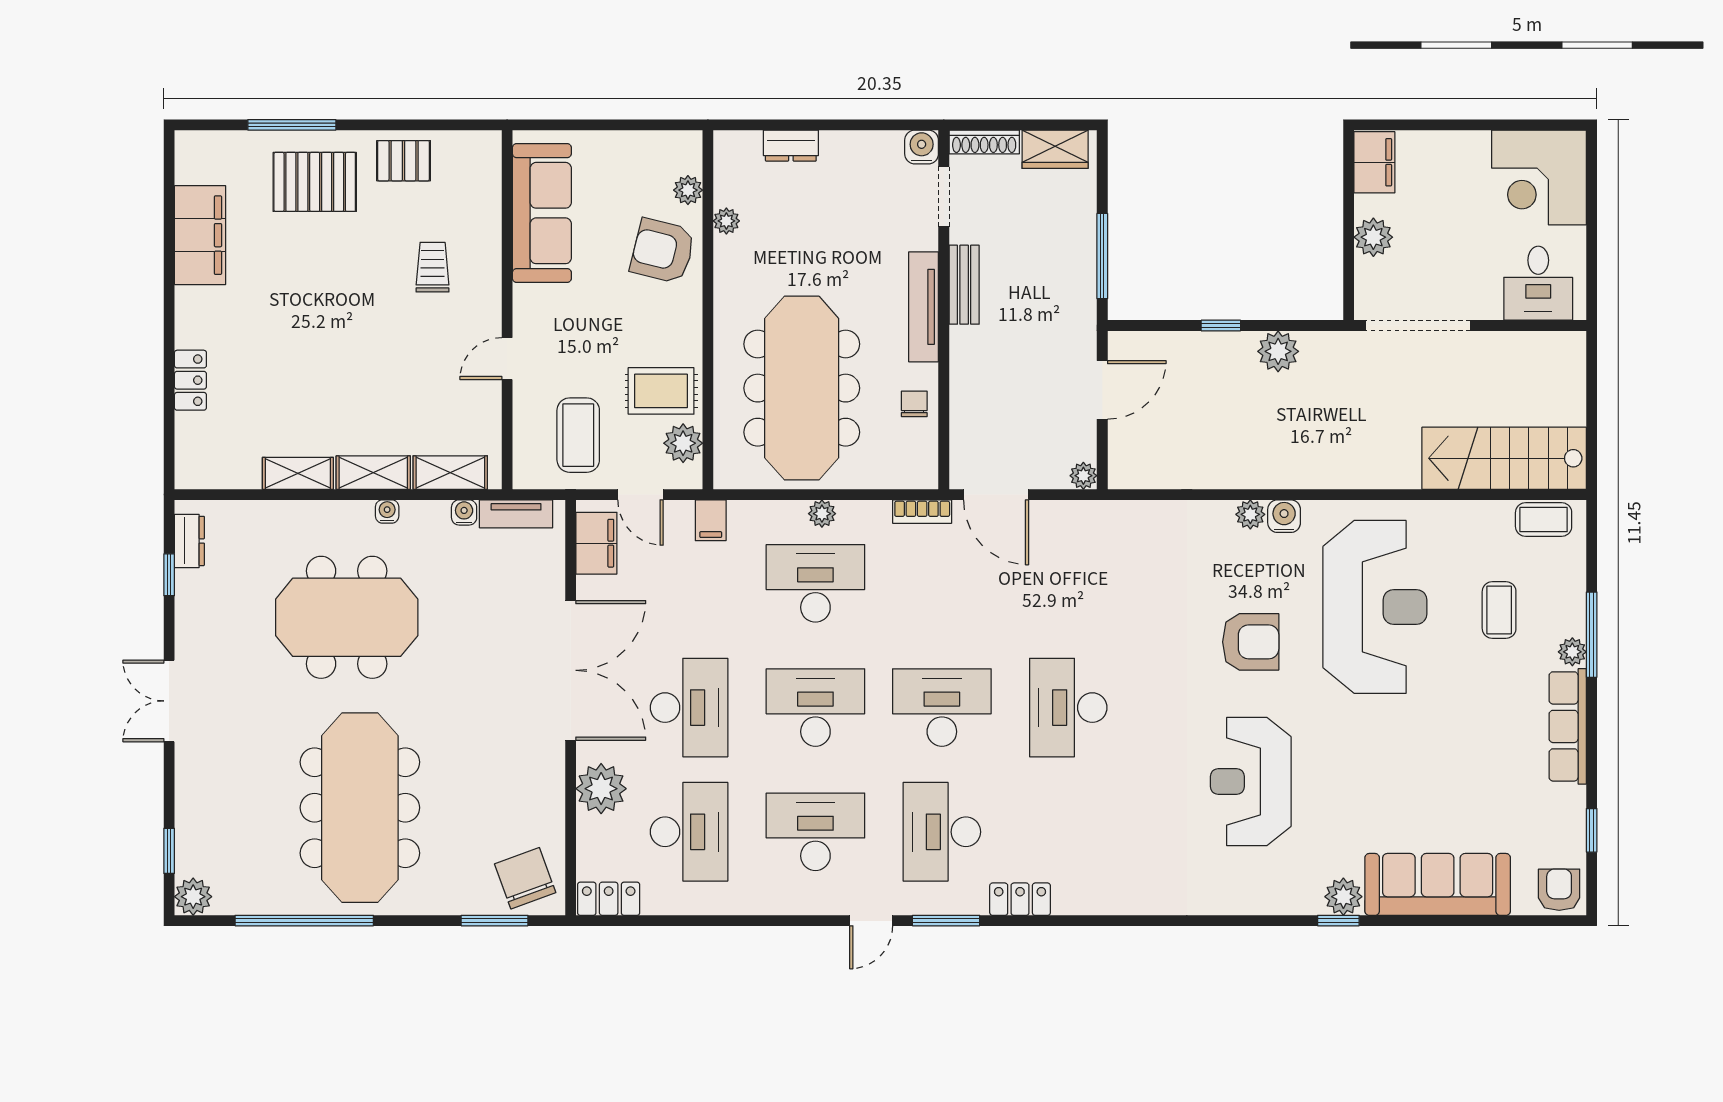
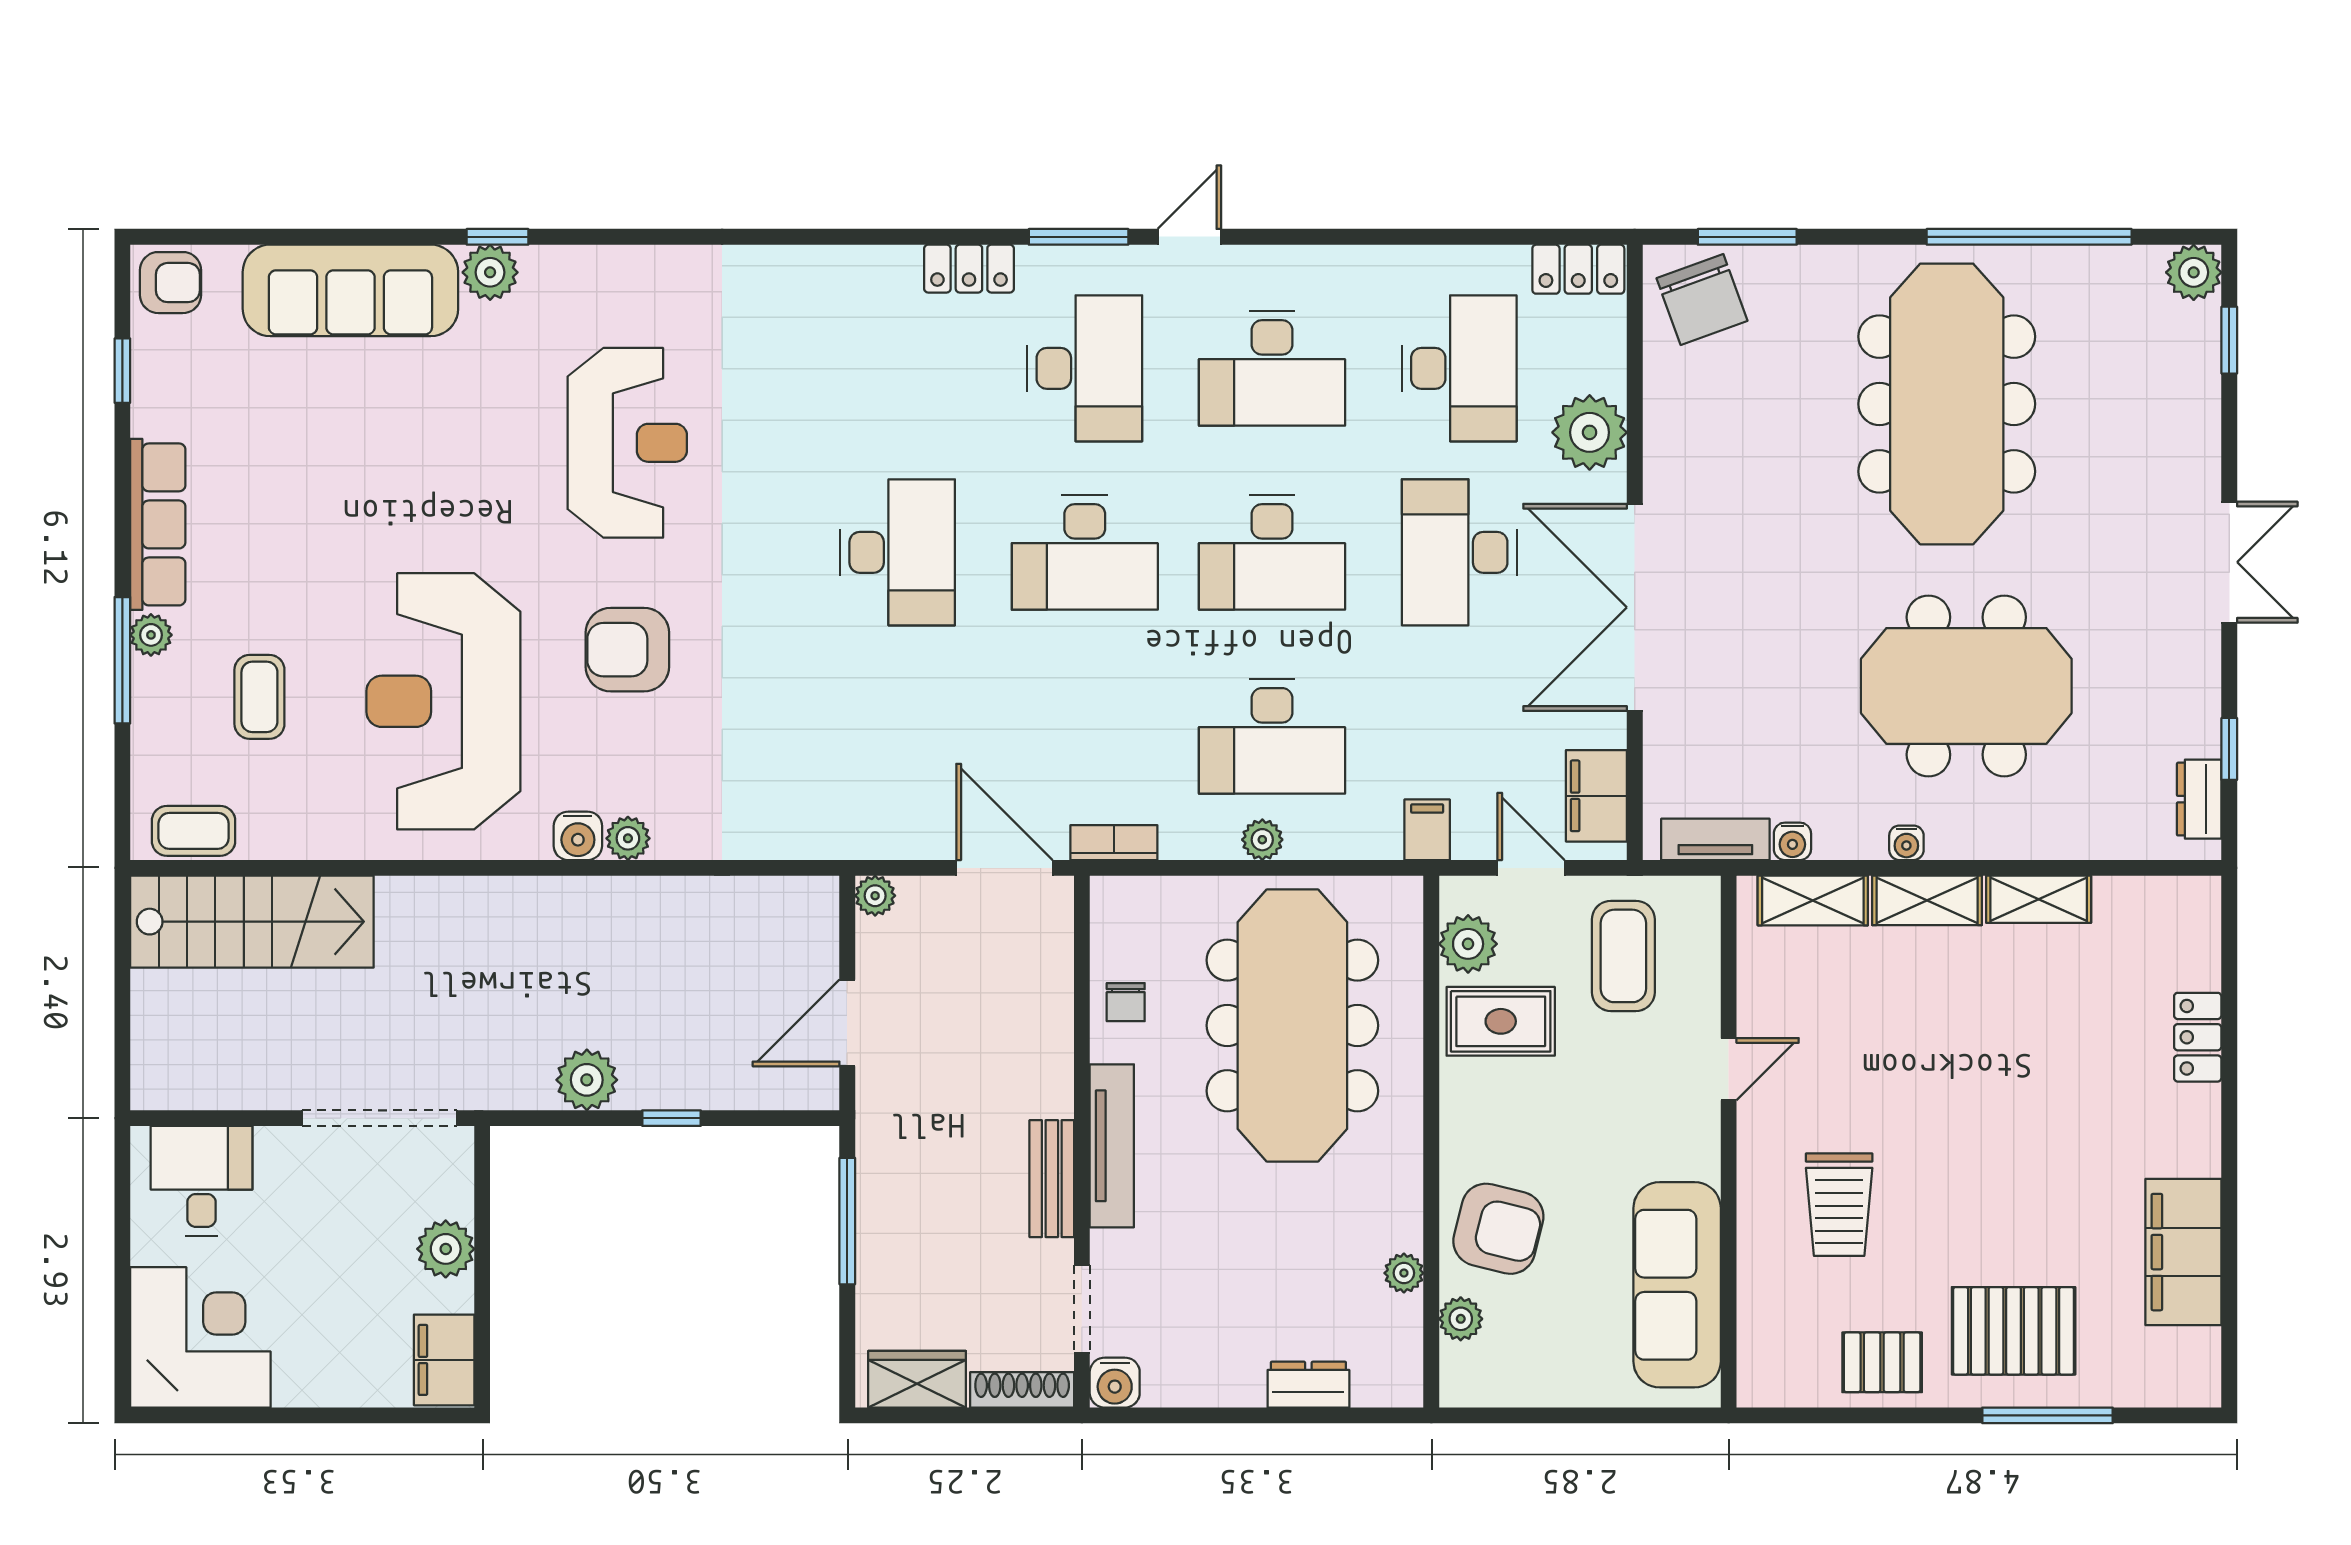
trolley: (433, 267) -> (1839, 1205), width x1.36, depth x1.39
desk: (689, 832) -> (1459, 368), turned 180
armchair: (1559, 890) -> (171, 283), turned -90

